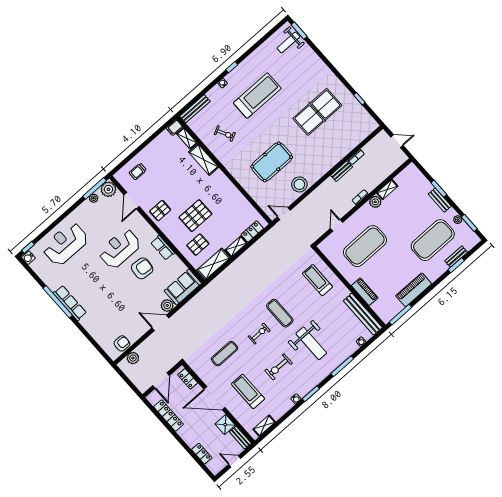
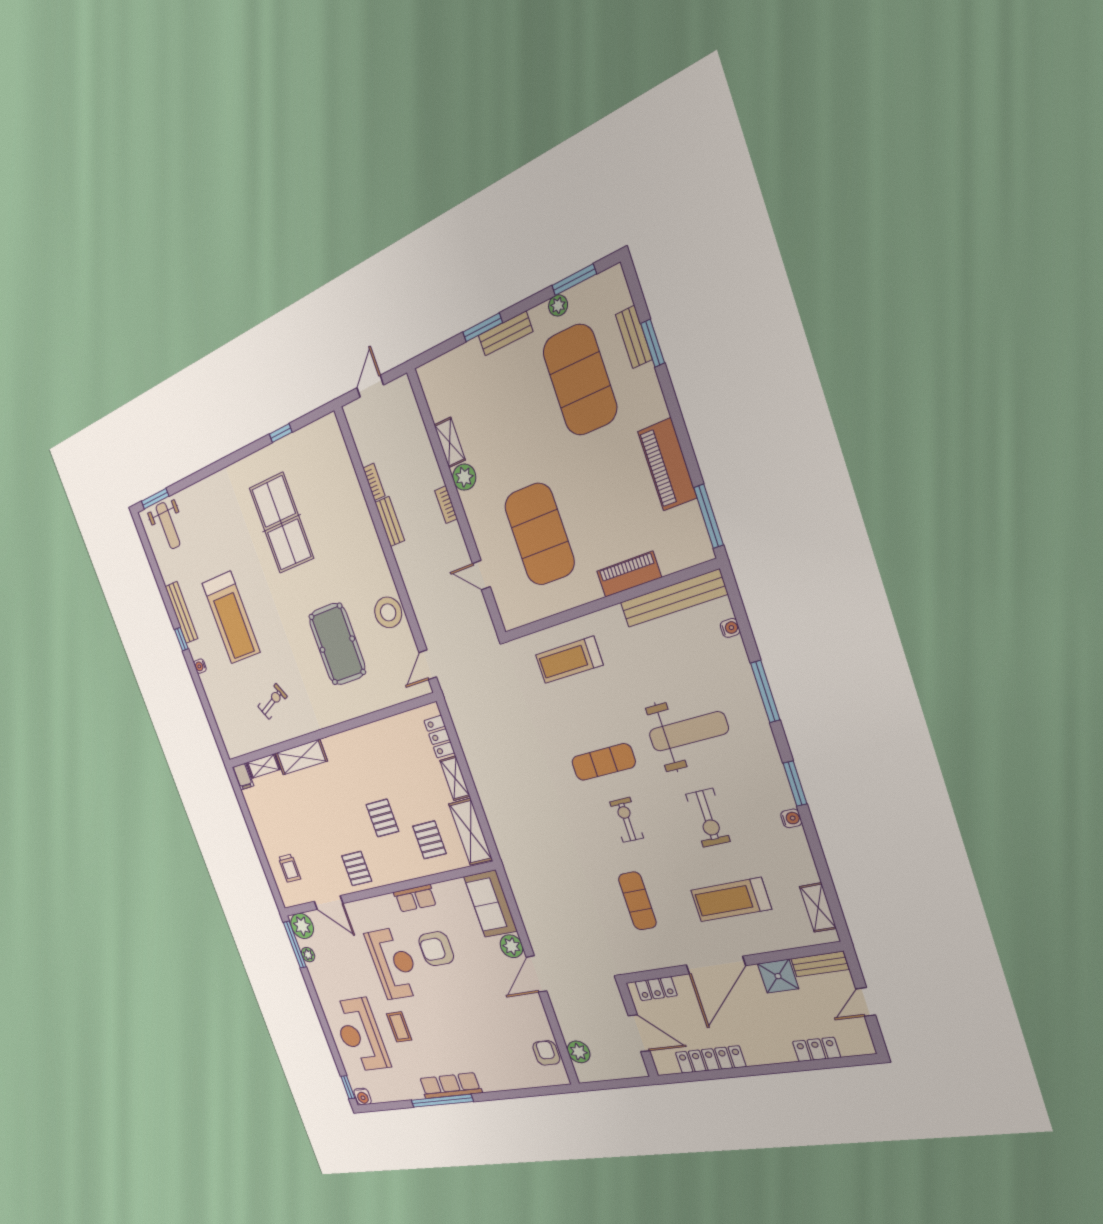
treadmill: (257, 96) -> (231, 618), turned 180
bench: (195, 109) -> (182, 612), moved
pallet: (195, 216) -> (382, 818), width x0.67, depth x0.71
reception desk: (120, 249) -> (394, 963), turned 180
coffee table: (85, 264) -> (399, 1027), added
armchair: (142, 268) -> (436, 949), turned -95

